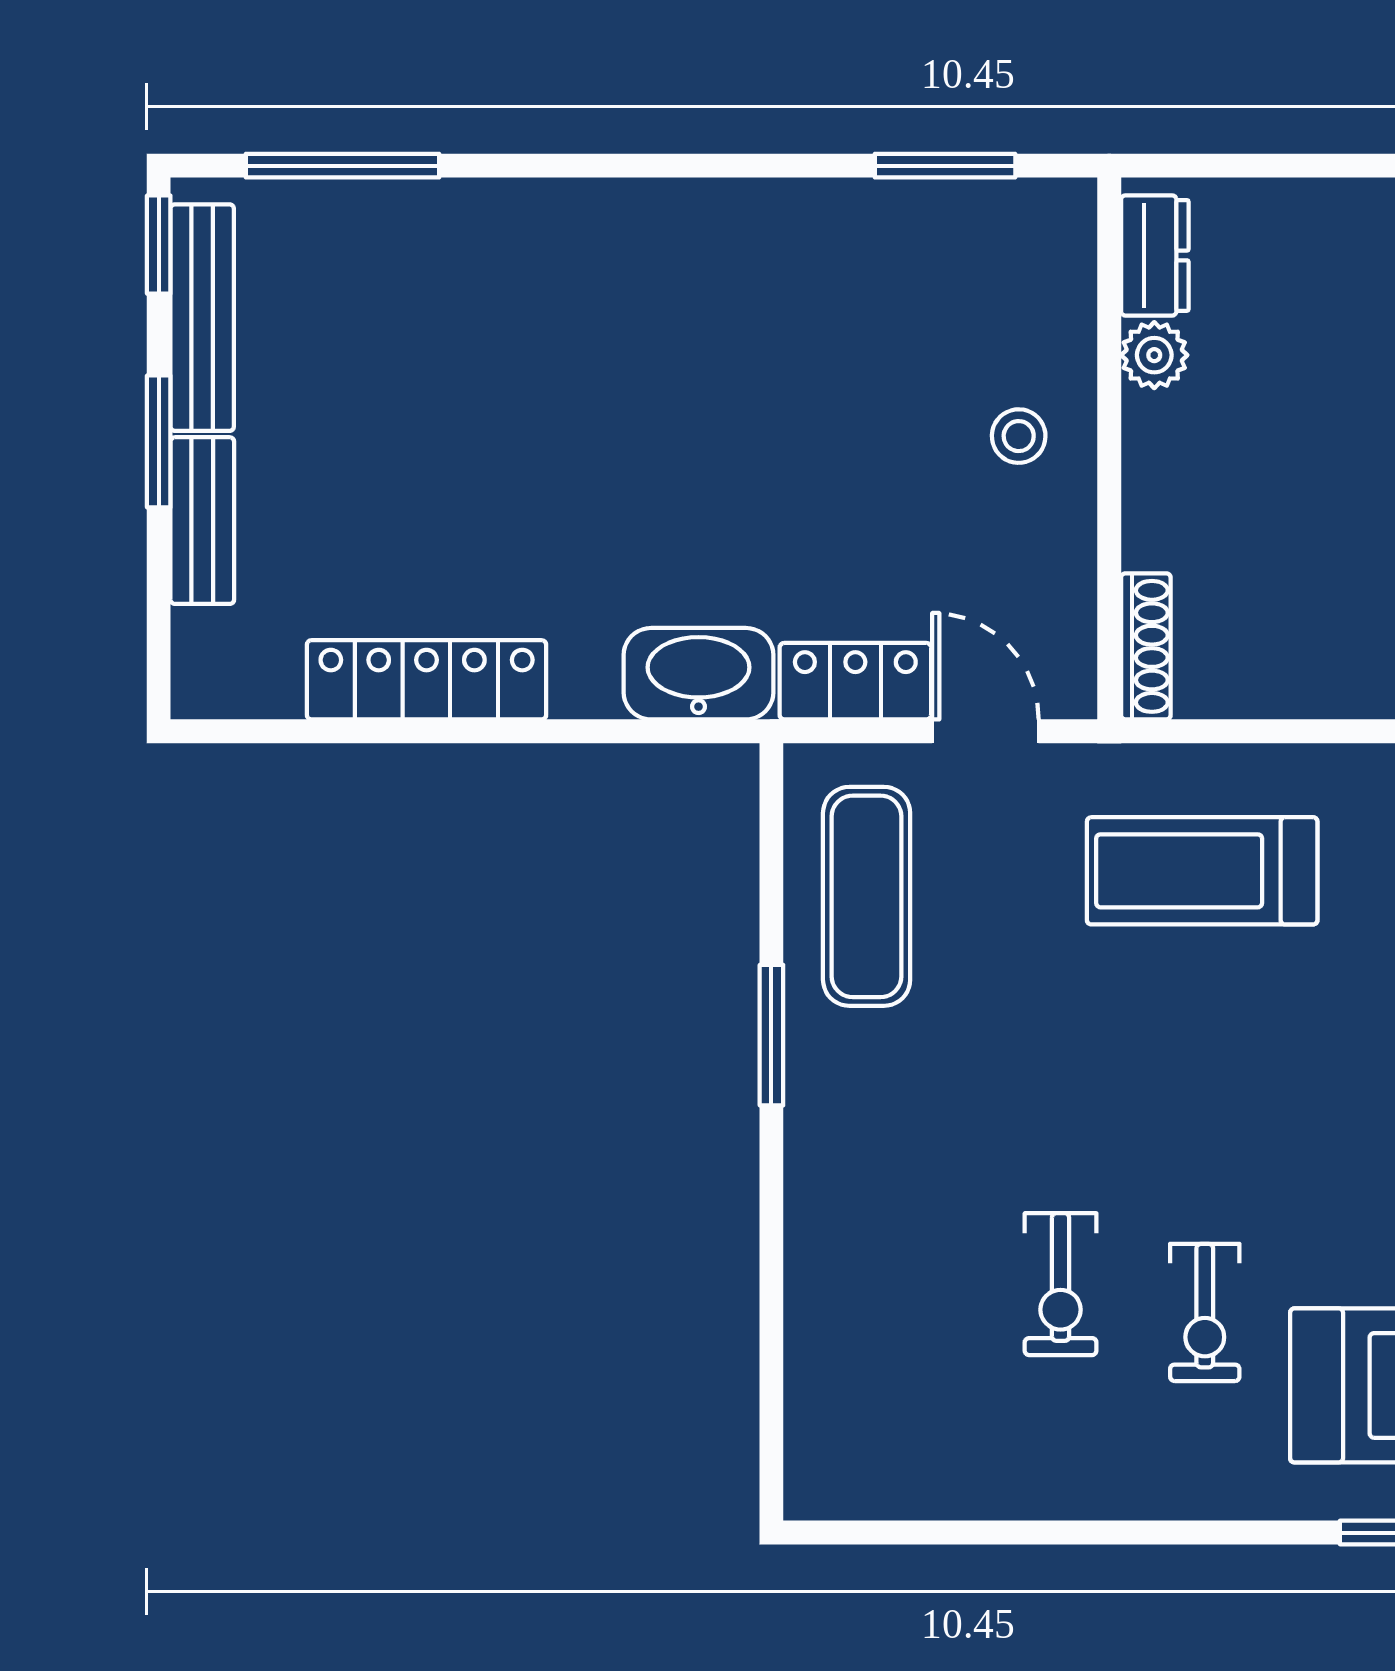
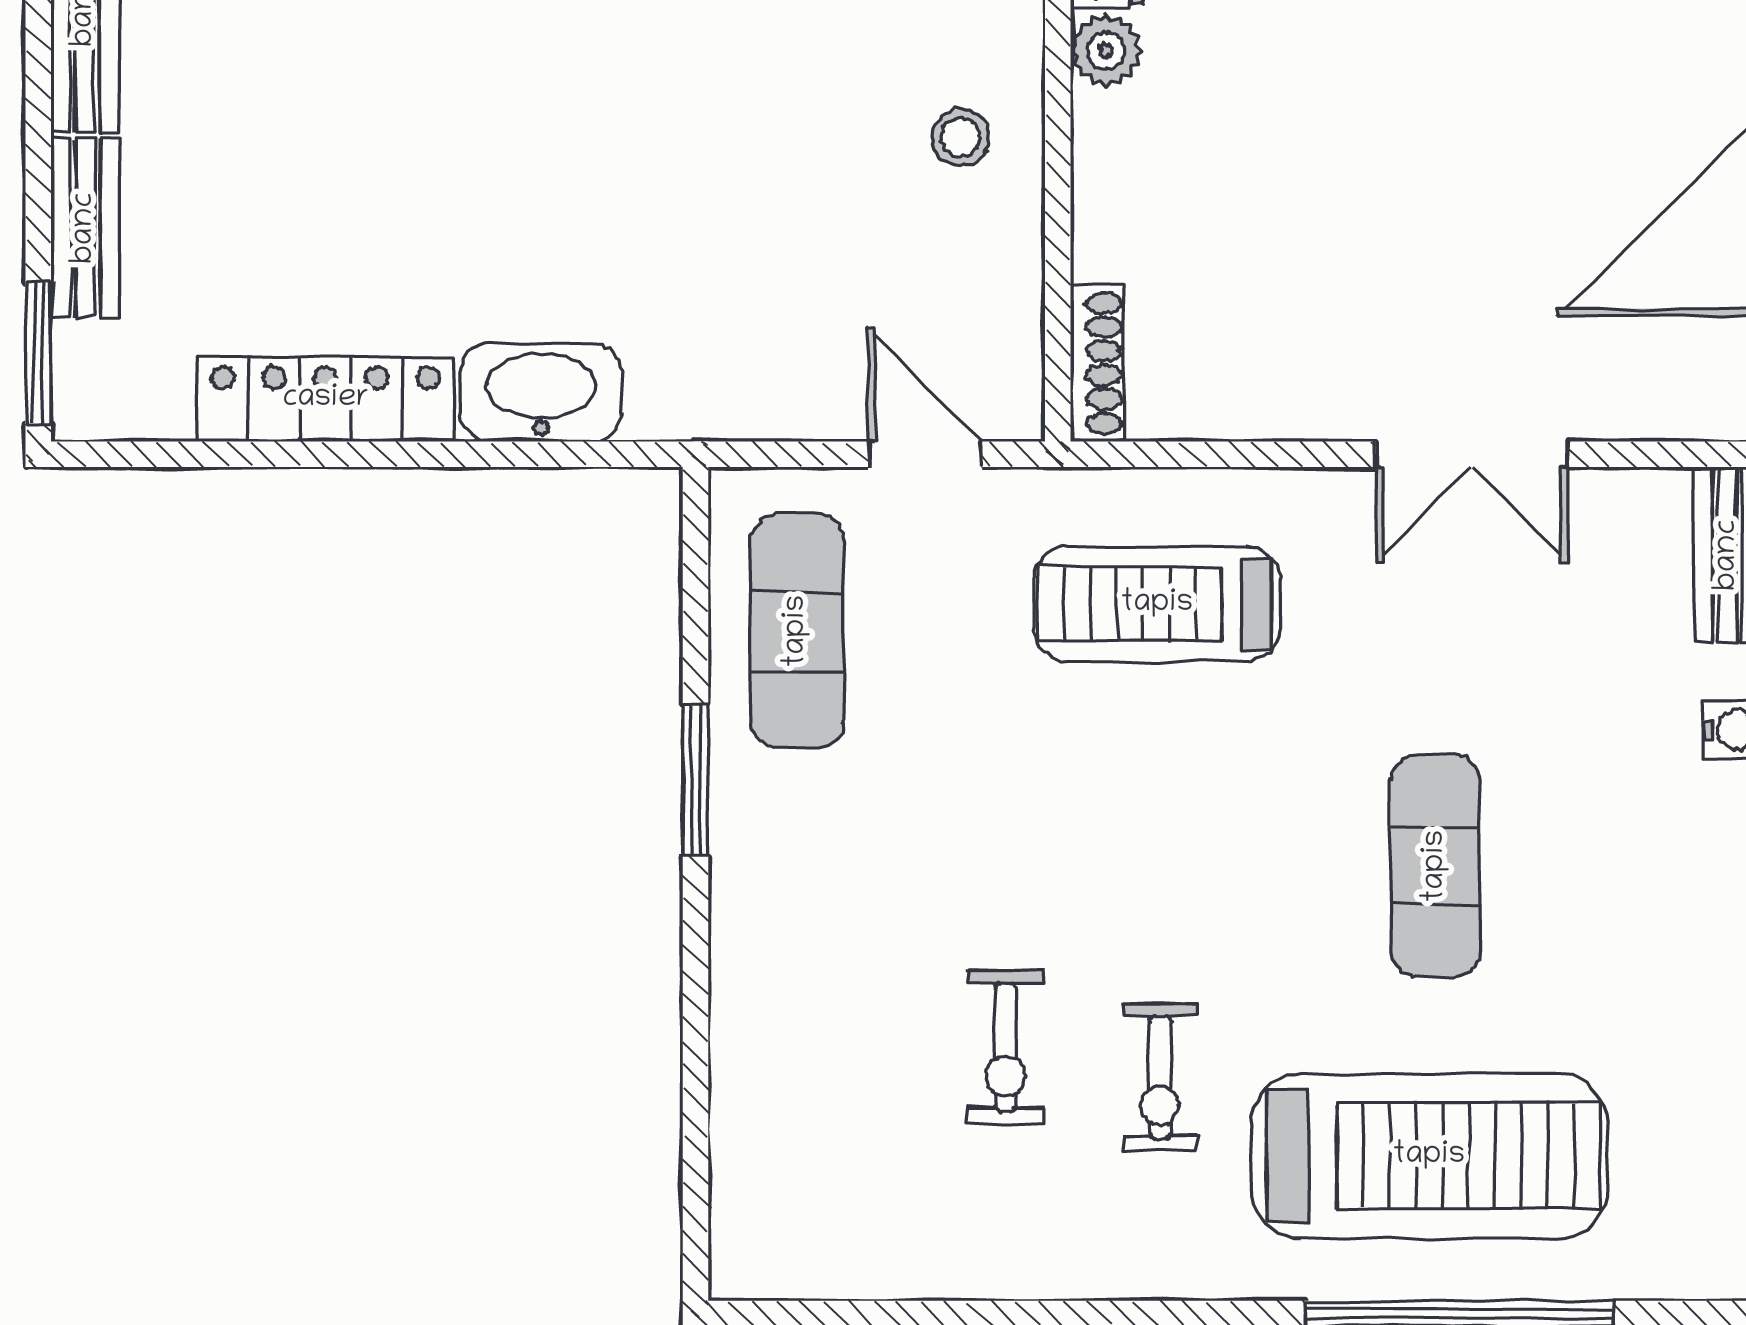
window: (159, 441) -> (38, 353), moved
washbasin: (699, 674) -> (541, 392), moved
locker: (855, 681) -> (785, 401), removed

